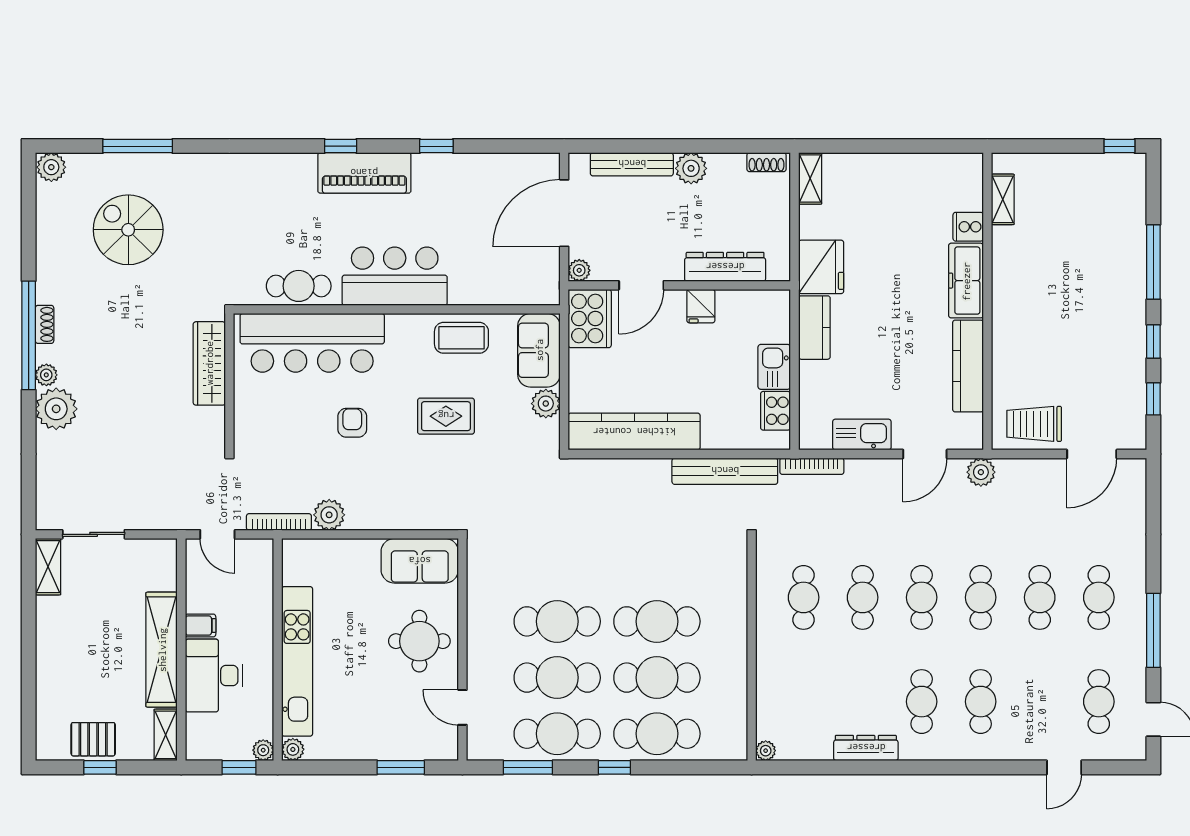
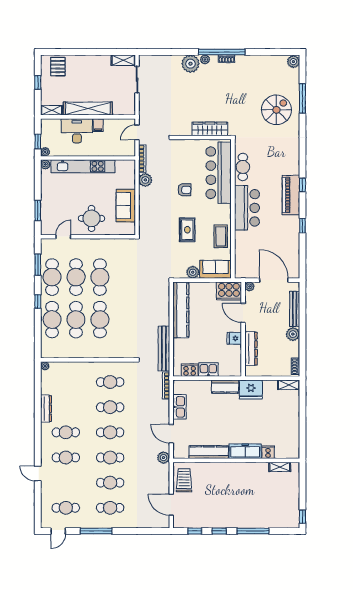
spiral stairs: (128, 230) -> (276, 110), moved
sofa: (420, 561) -> (126, 206), moved
pallet: (93, 739) -> (58, 67), moved
door: (1064, 767) -> (38, 474), moved

